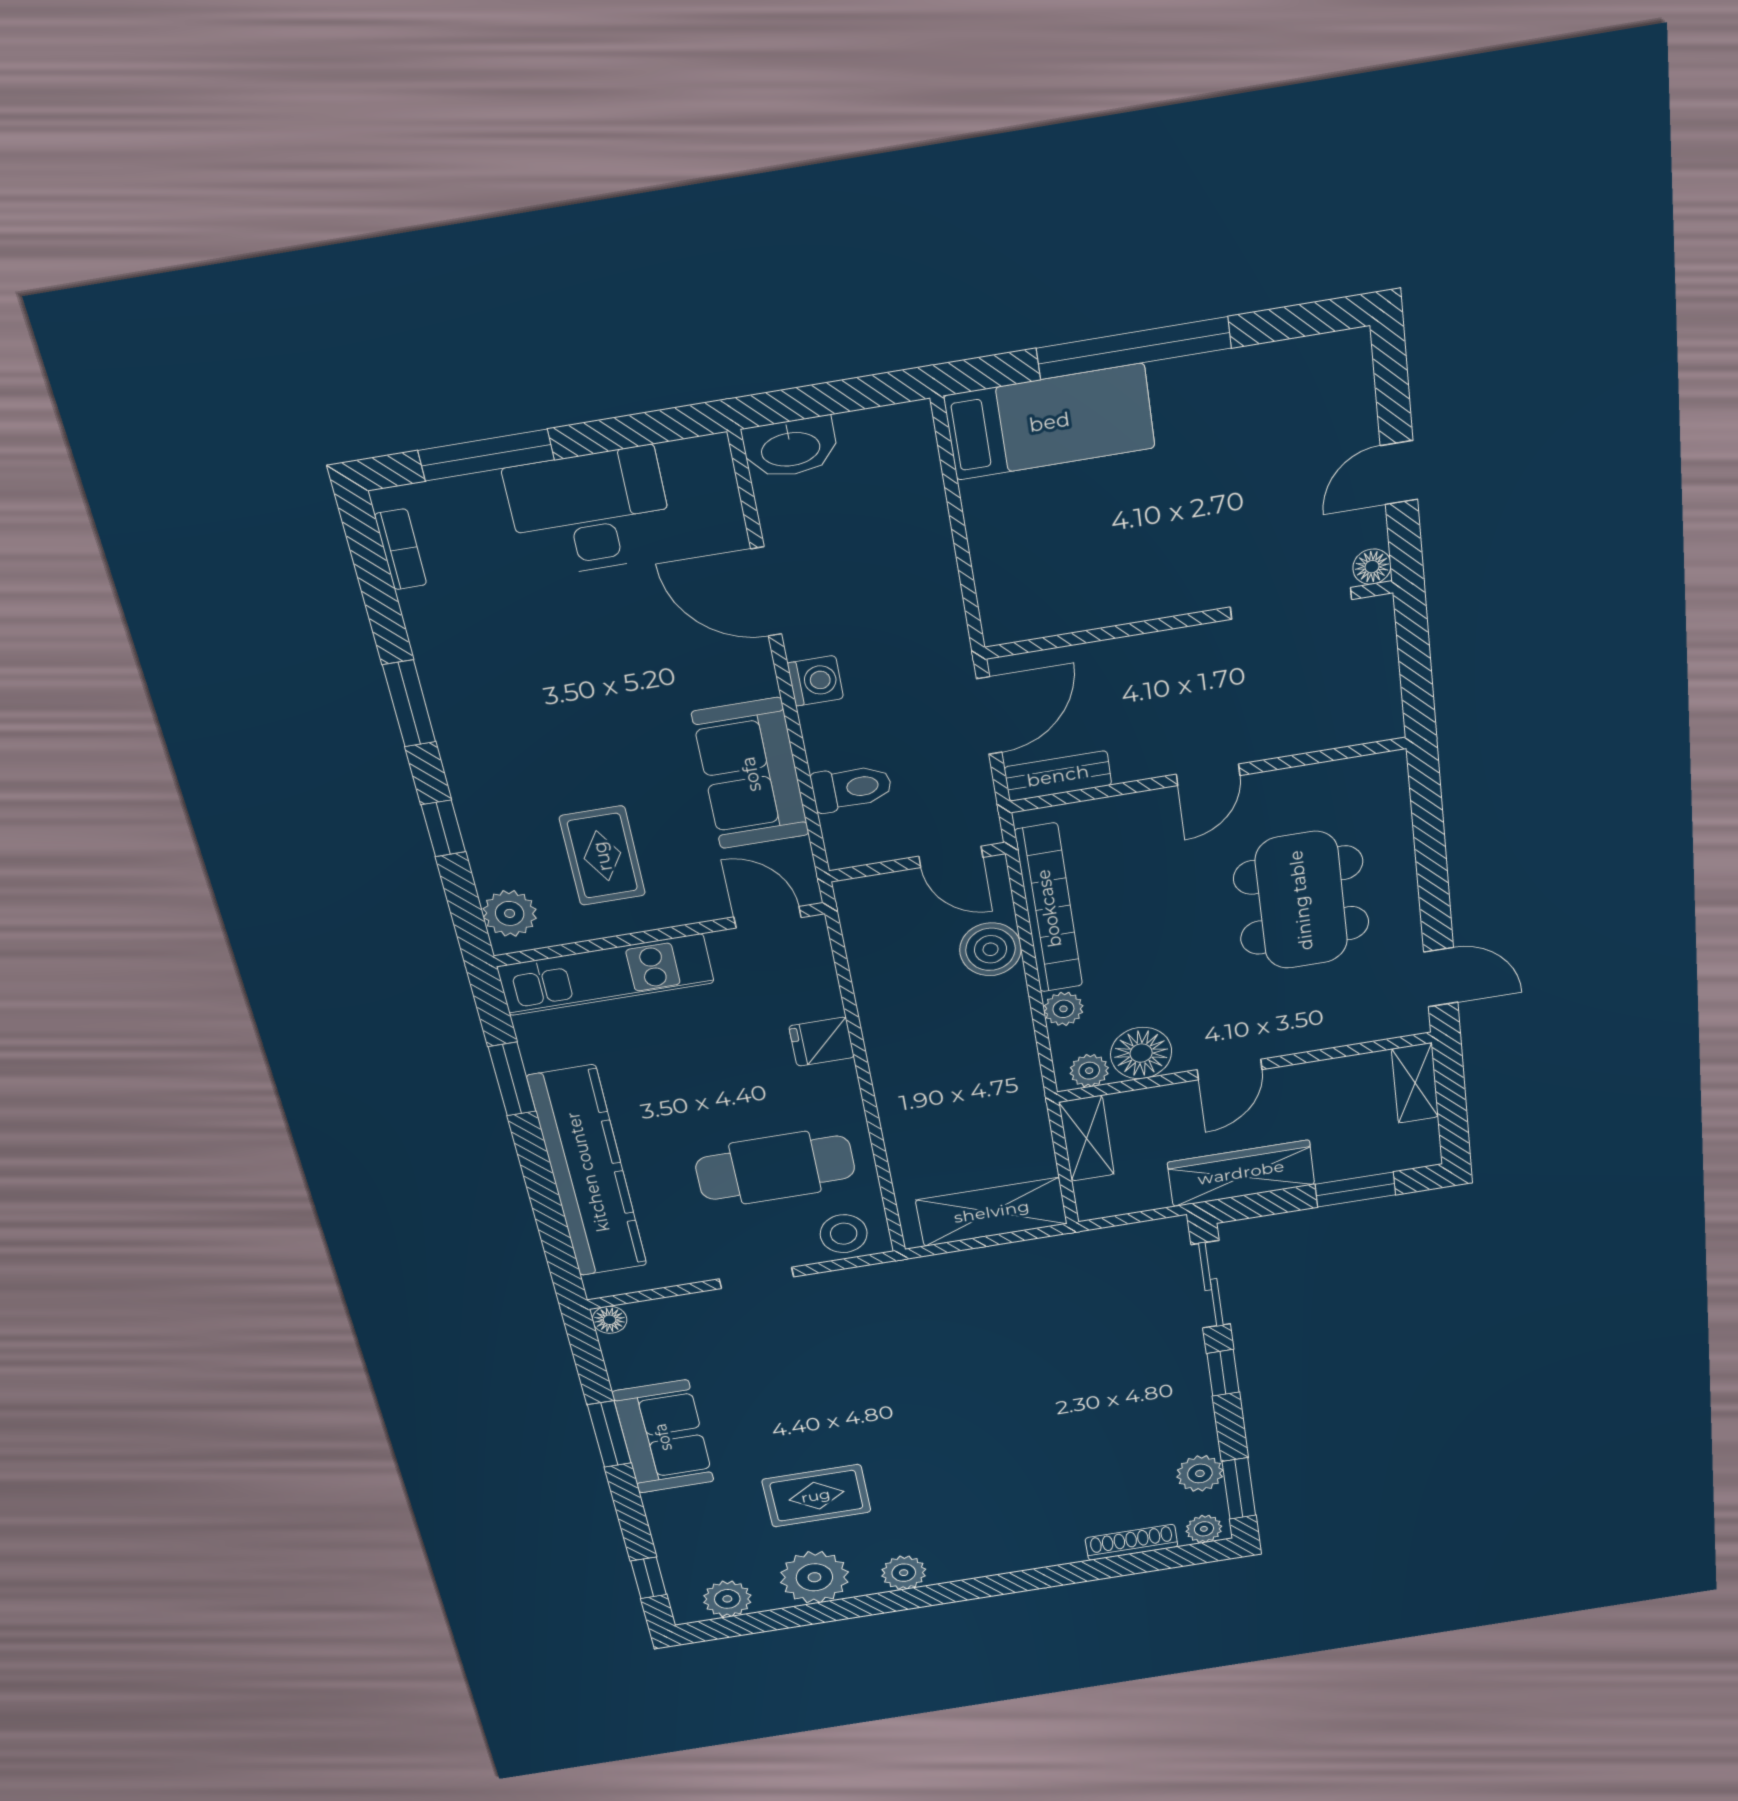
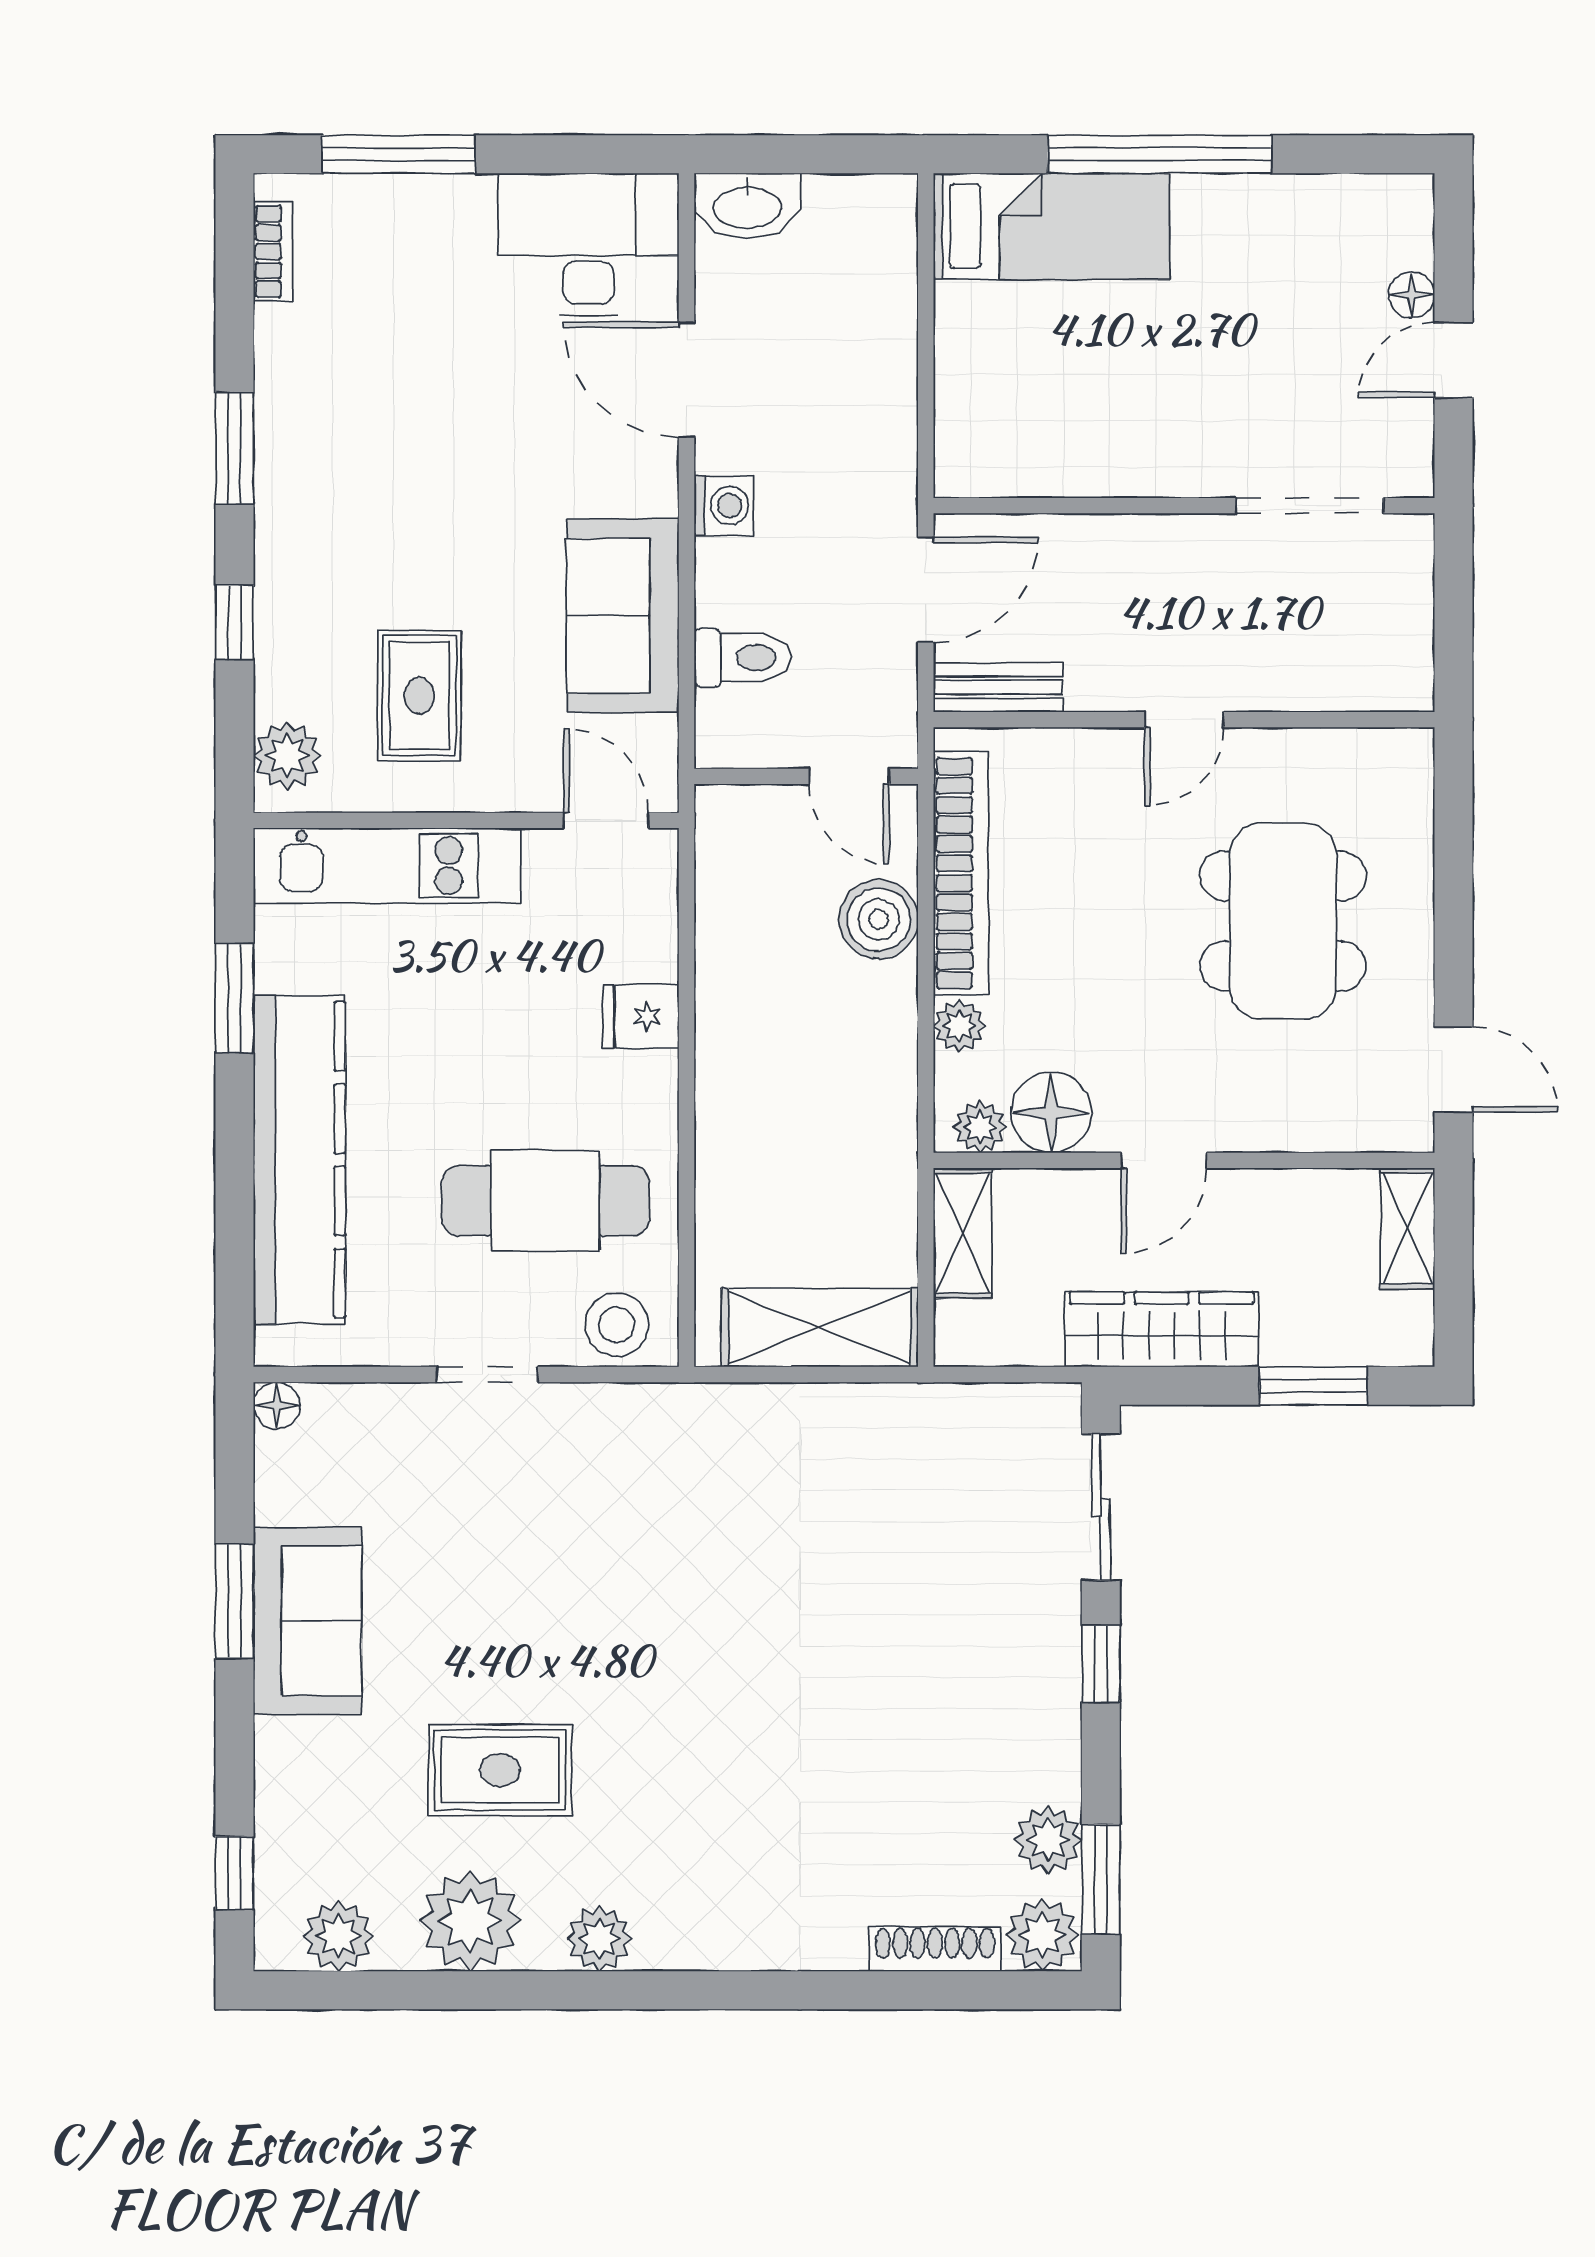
desk: (590, 512) -> (589, 244), moved
floor lamp: (1372, 567) -> (1411, 295), moved
plant: (1204, 1529) -> (1042, 1935), width x1.38, depth x1.38

